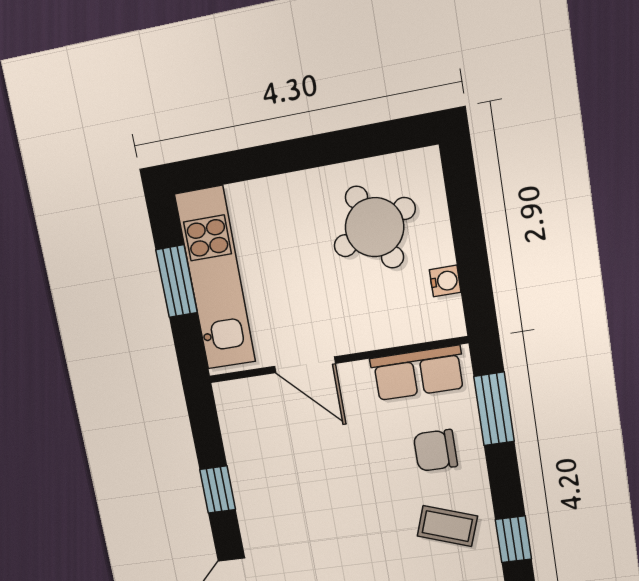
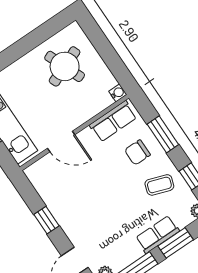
water cooler: (445, 281) -> (118, 93), moved
window: (494, 409) -> (163, 134), moved

